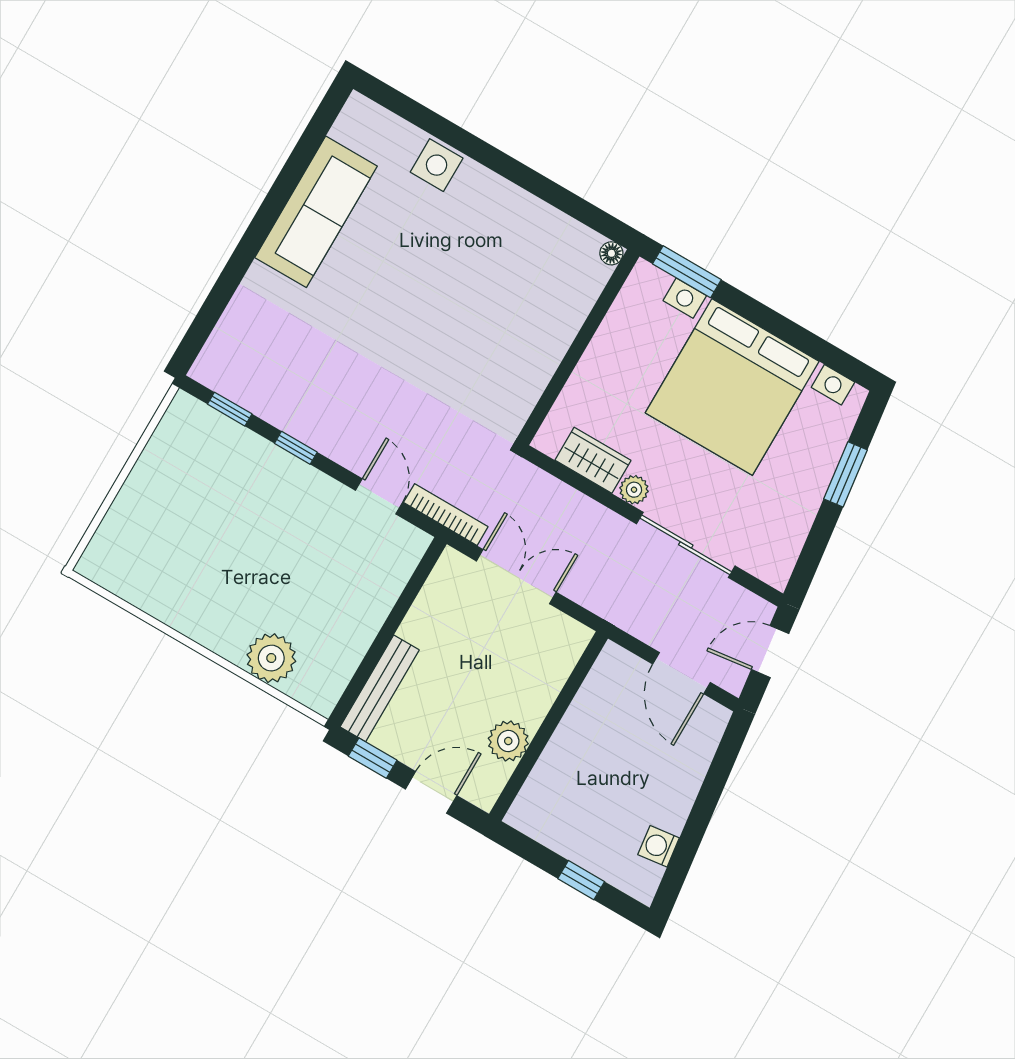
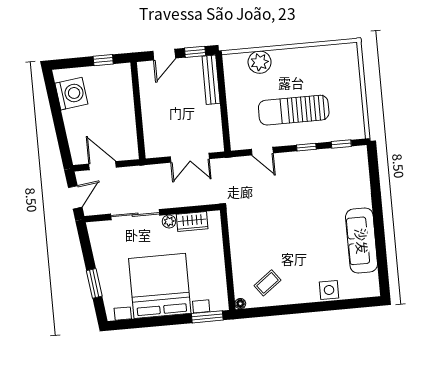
coffee table: (537, 256) -> (267, 283), added
bookcase: (446, 515) -> (233, 162), removed
sun lounger: (271, 530) -> (294, 110), added
plant: (508, 741) -> (149, 94), removed
washing machine: (659, 846) -> (71, 94), width x1.89, depth x1.89
window: (581, 880) -> (103, 60), moved

